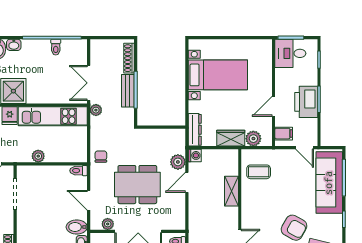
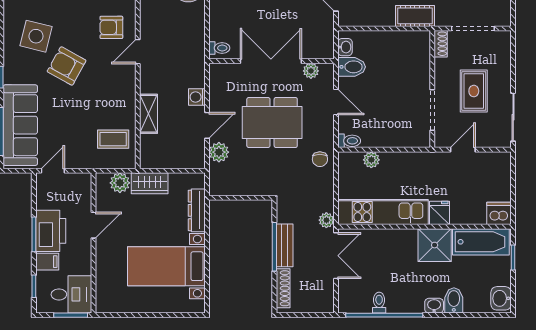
dresser: (195, 130) -> (197, 210), moved
filing cabinet: (284, 134) -> (47, 262), moved, turned 180
door: (305, 148) -> (53, 171), hinge flipped
washing machine: (195, 155) -> (197, 97), moved
plant: (38, 156) -> (371, 160), moved

